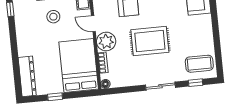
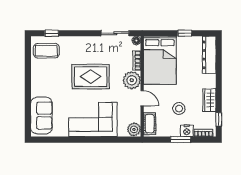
wardrobe: (22, 29) -> (209, 100), added
sliding door: (160, 86) -> (115, 33), moved

